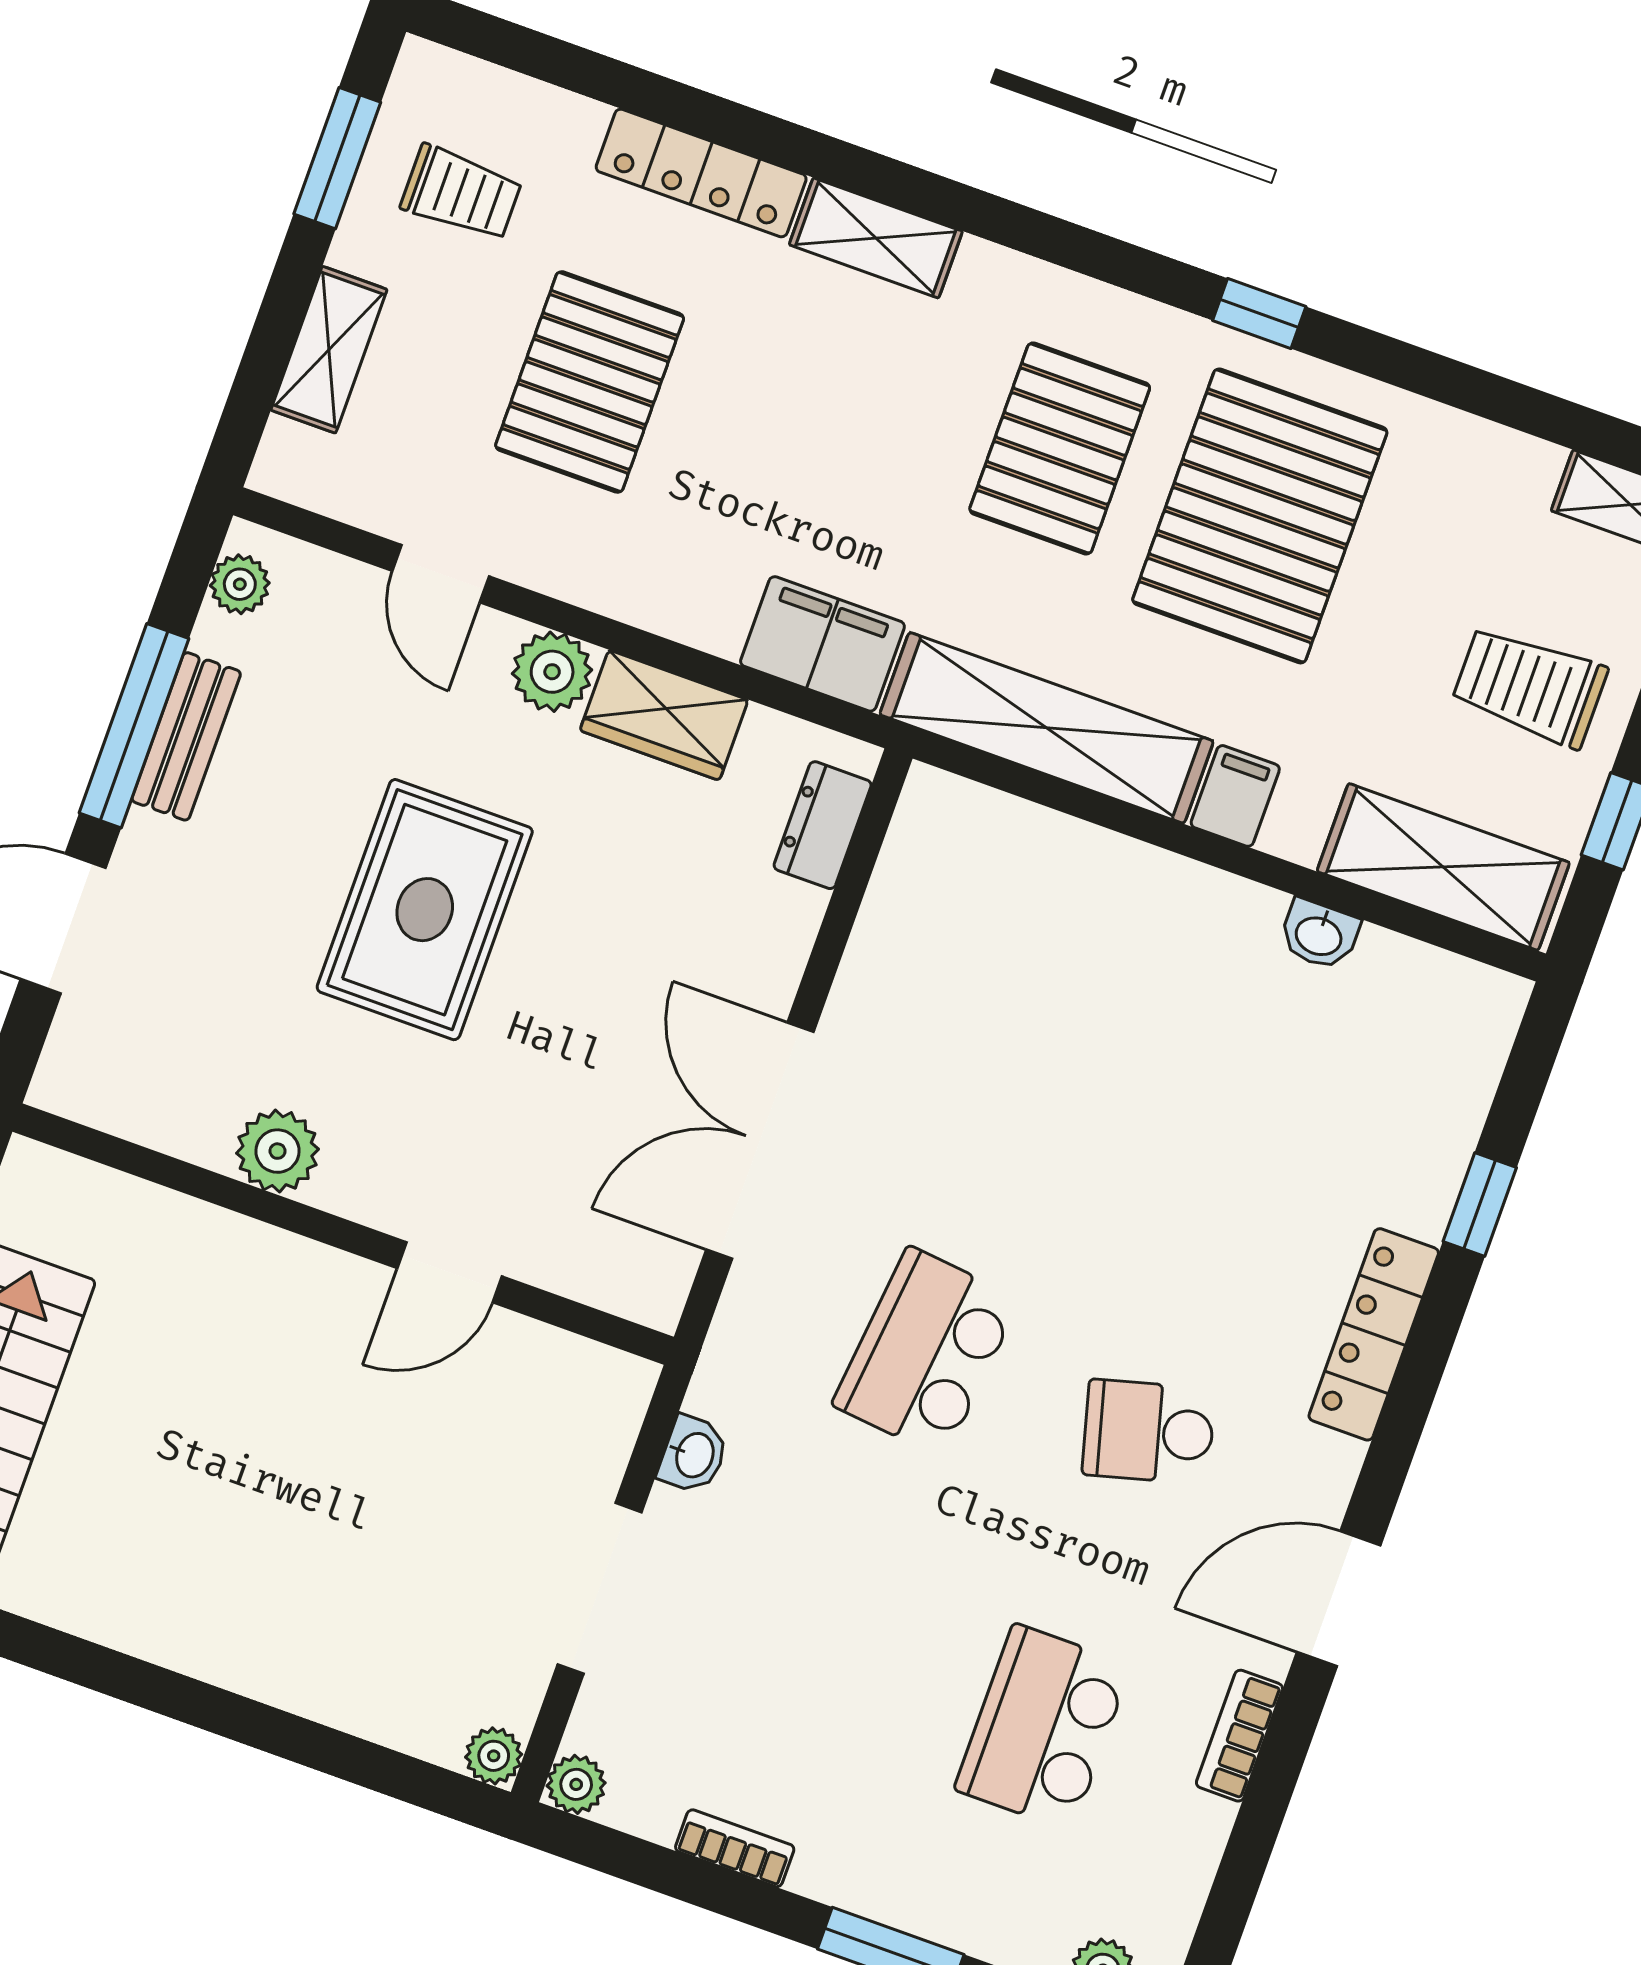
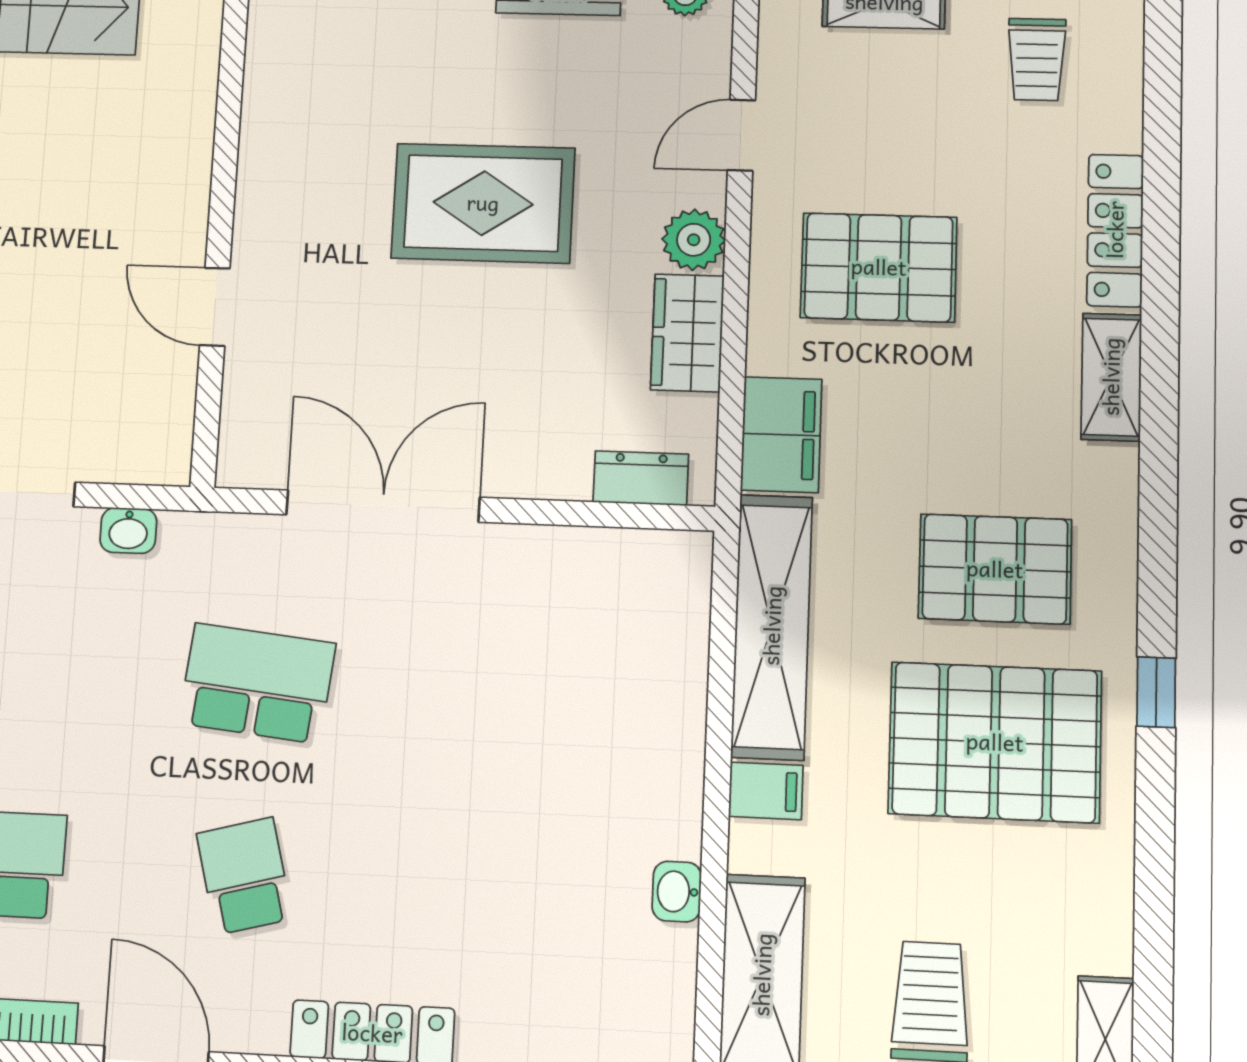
pallet: (590, 382) -> (879, 267), moved
plant: (277, 1151) -> (269, 154), removed

